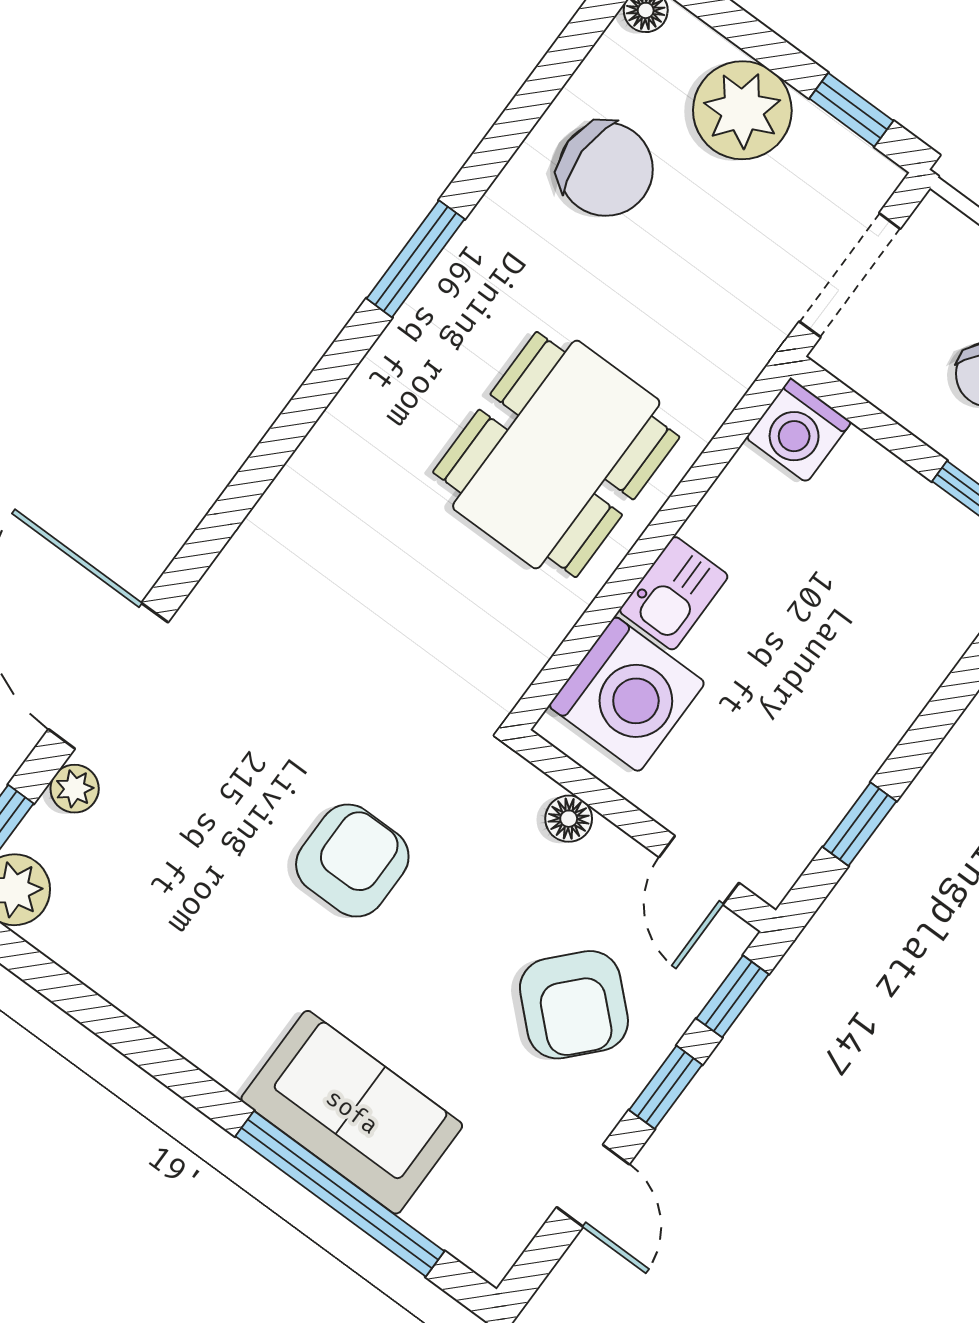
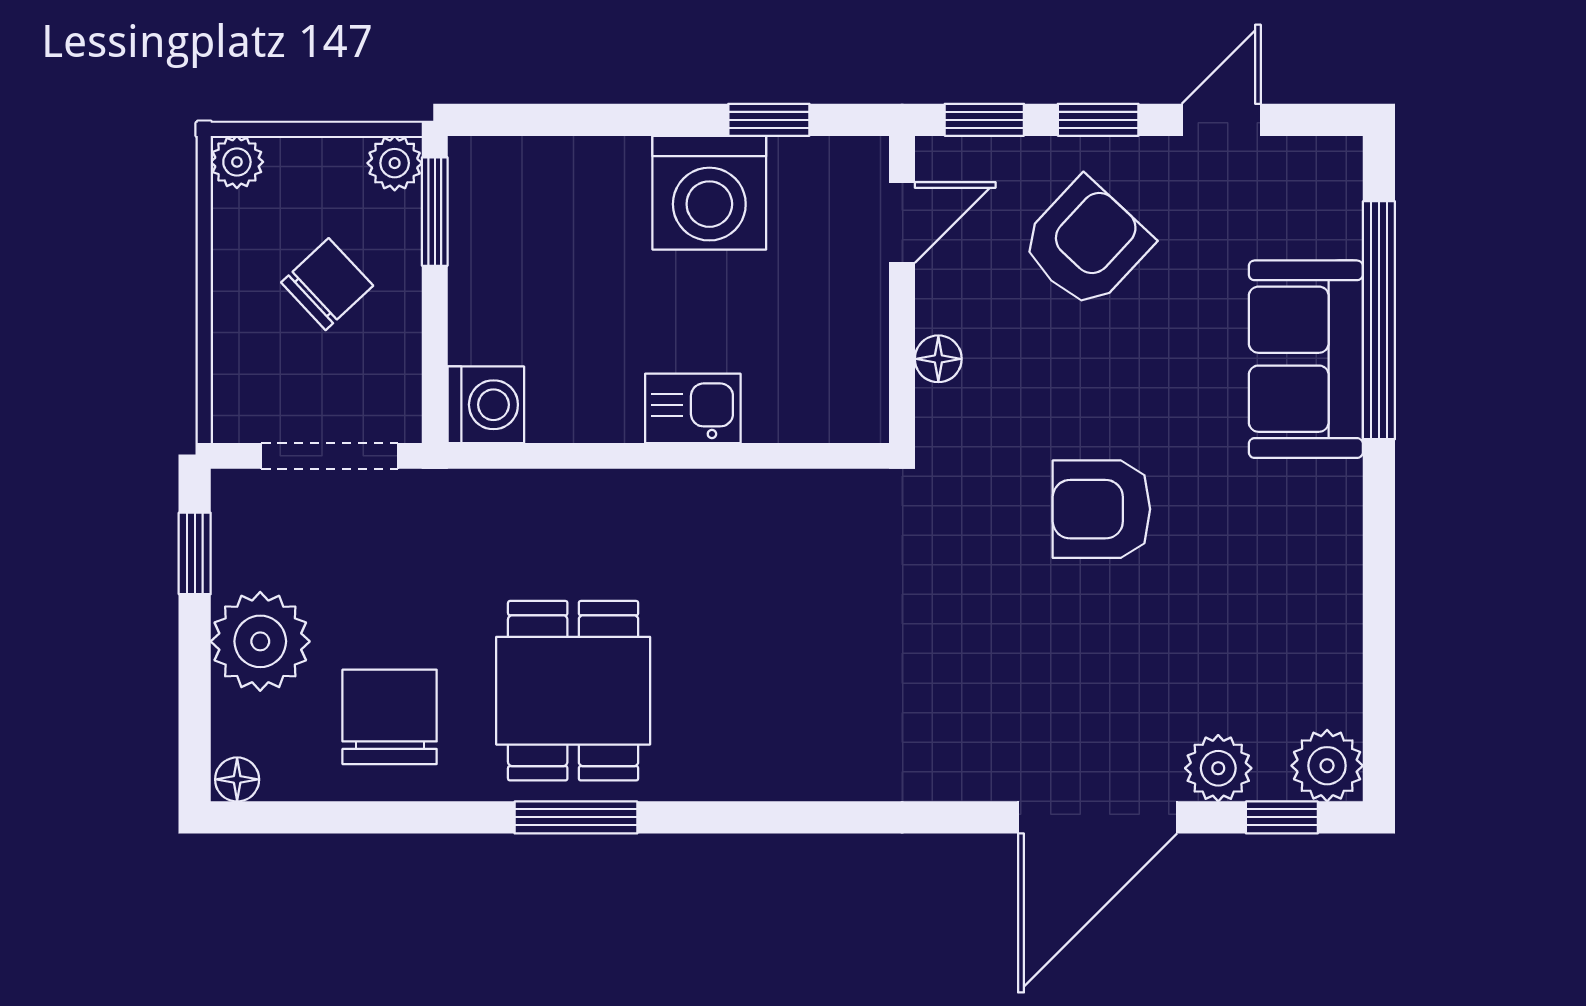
dining table: (556, 455) -> (573, 691), moved, width x0.73
washing machine: (627, 694) -> (709, 193), moved, turned 180
plant: (75, 789) -> (1218, 768), width x1.38, depth x1.38

